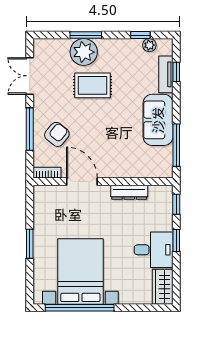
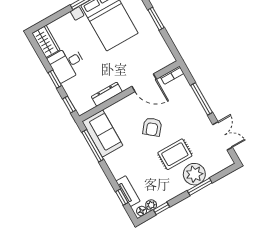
floor lamp: (163, 45) -> (142, 211), added
sofa: (158, 120) -> (102, 133), moved
armchair: (57, 134) -> (152, 127), moved

